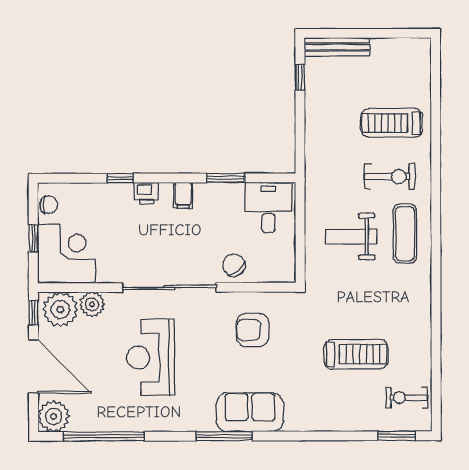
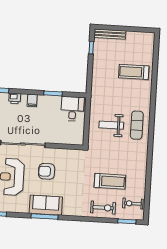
exercise bike: (390, 176) -> (103, 208), moved
chair: (234, 265) -> (54, 135), removed
armchair: (253, 330) -> (47, 171), moved
sofa: (250, 412) -> (46, 205), moved

